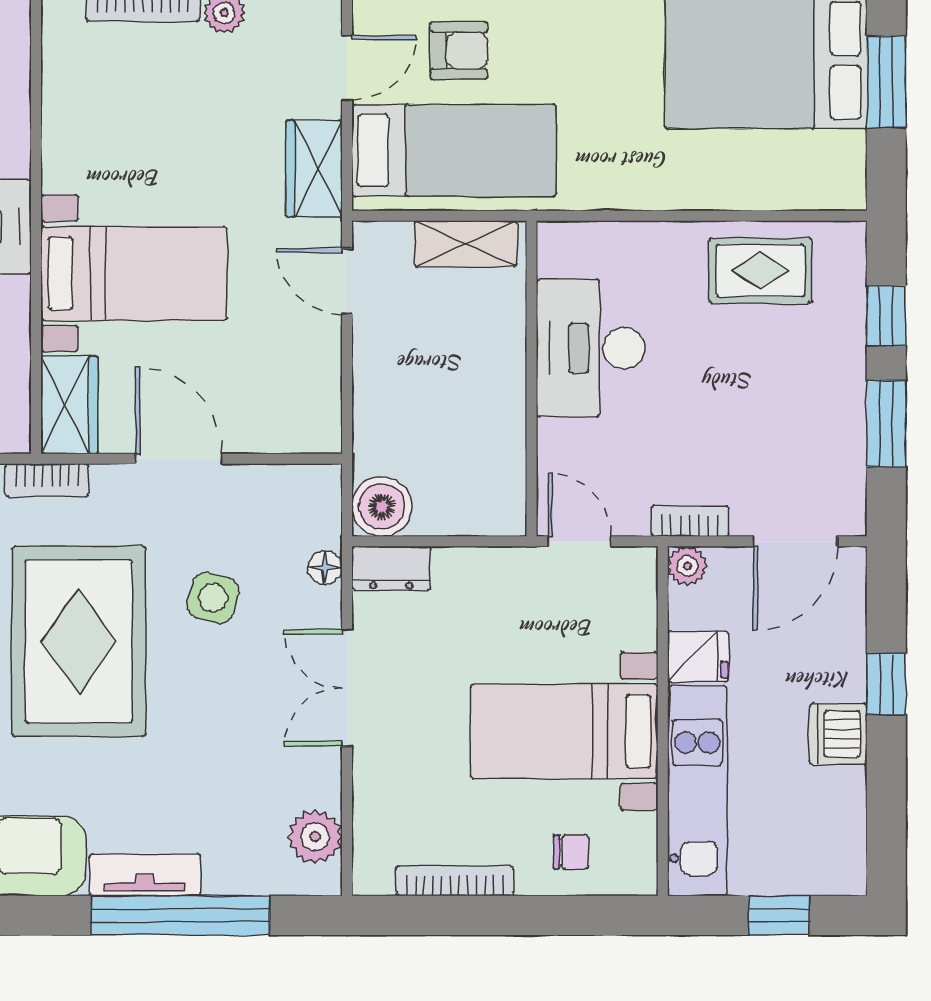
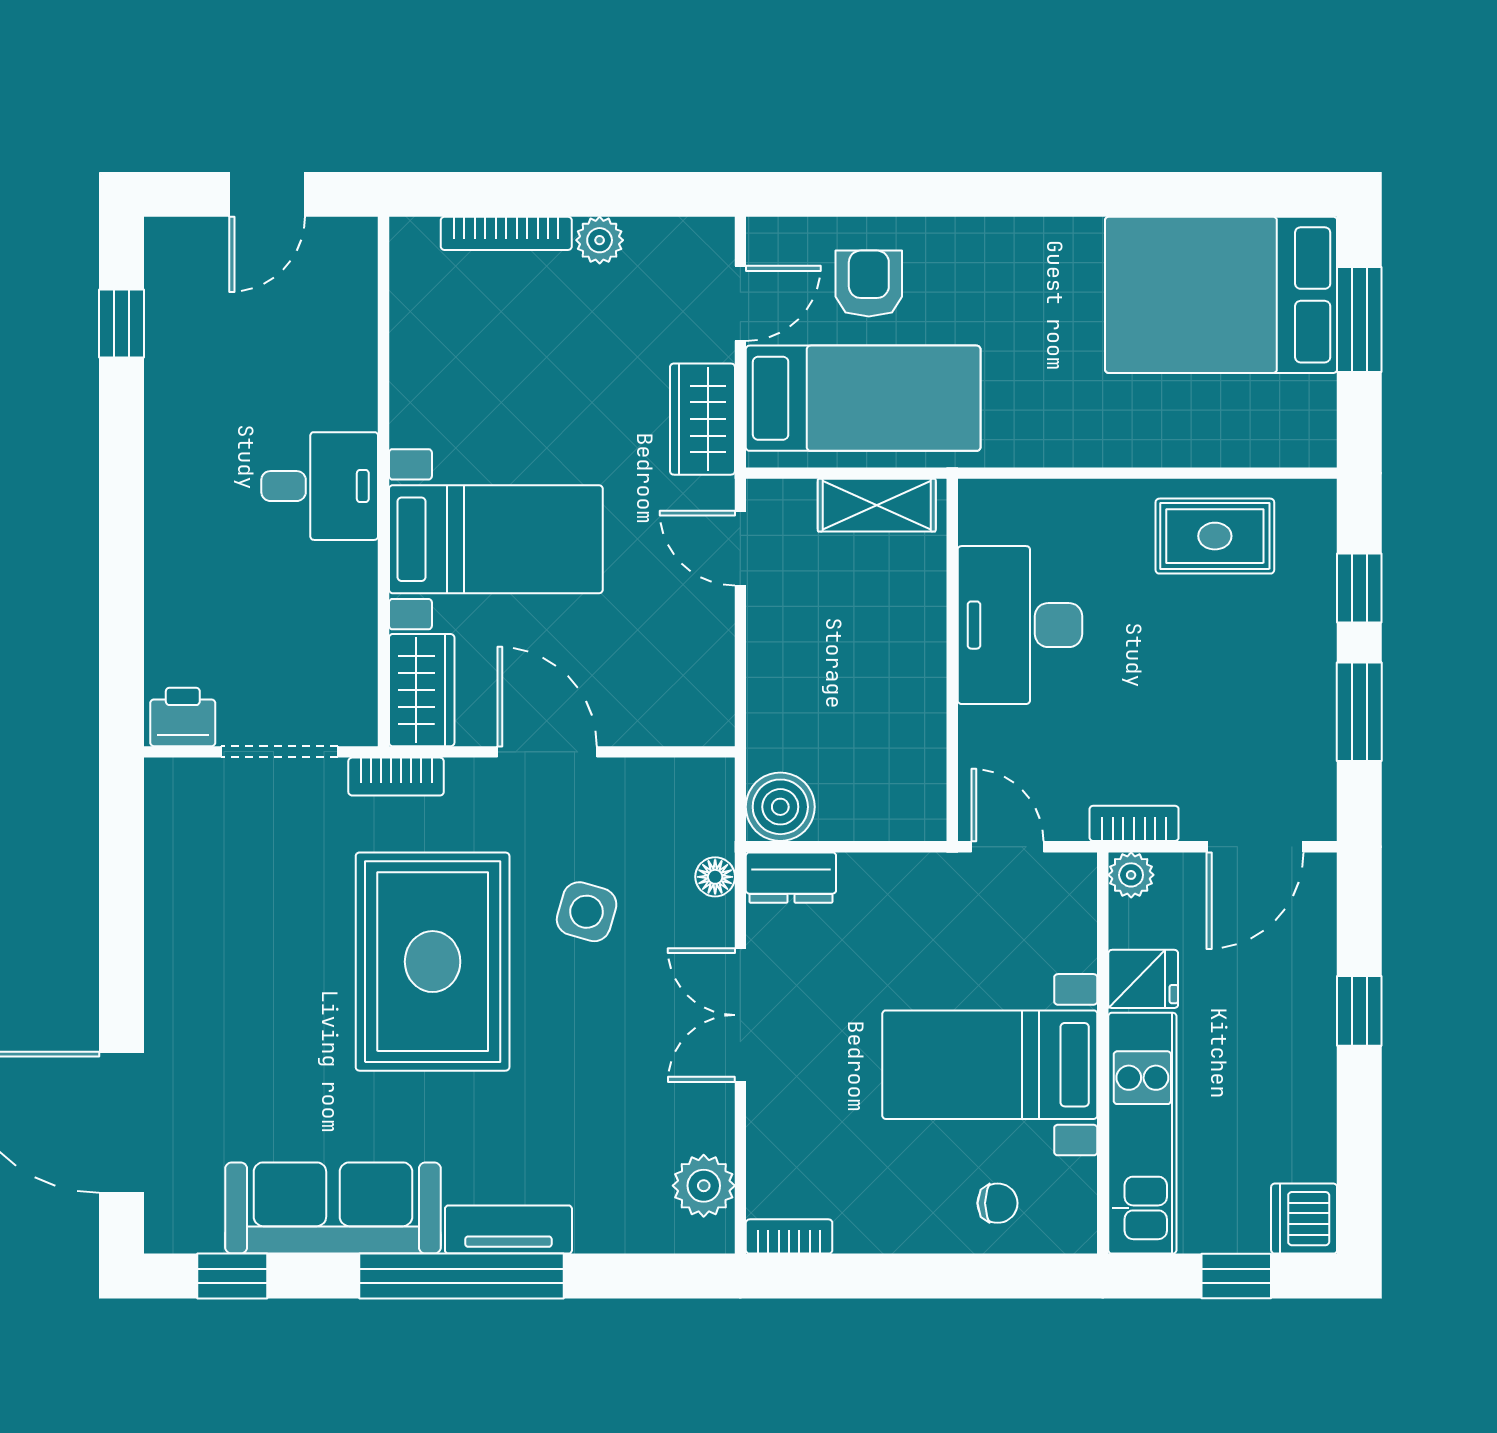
armchair: (459, 51) -> (869, 284), turned -90
dishwasher: (838, 734) -> (1304, 1219), moved
bookcase: (455, 881) -> (789, 1236), moved, width x0.64
window: (180, 915) -> (461, 1276), moved

